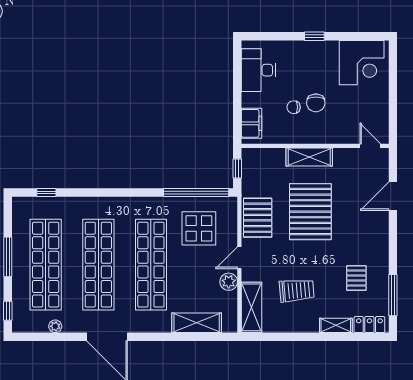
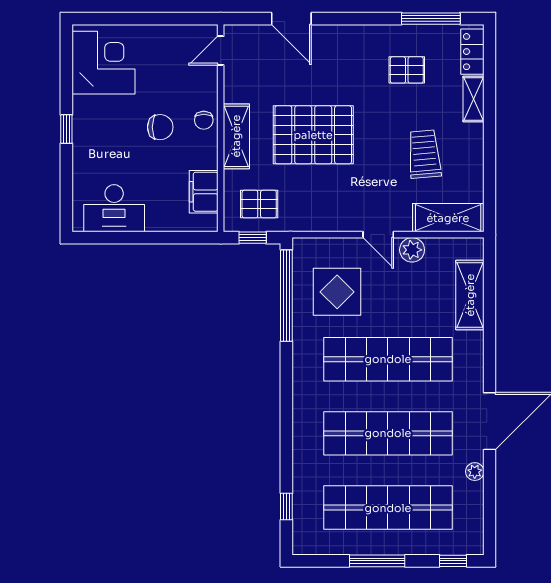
chair: (294, 107) -> (204, 120), moved
filing cabinet: (251, 123) -> (204, 192), moved, turned -90
pallet: (258, 218) -> (259, 204), moved, width x0.67, depth x0.71
plant: (55, 326) -> (475, 472), moved

